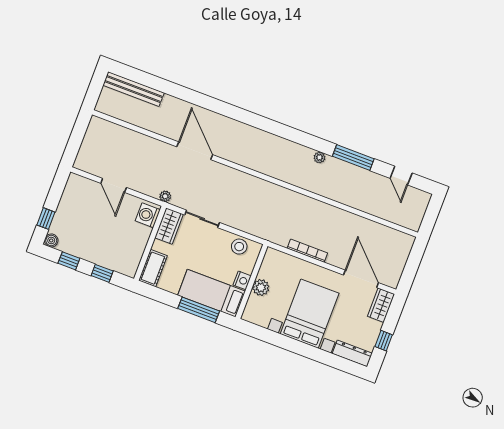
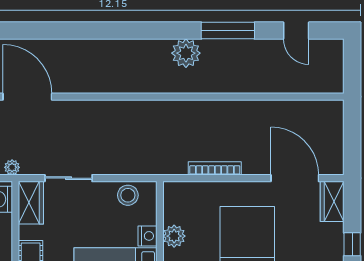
plant: (319, 157) -> (186, 53), width x1.88, depth x1.88

